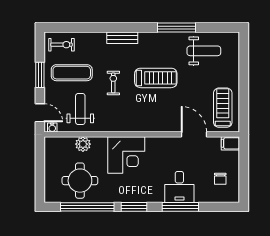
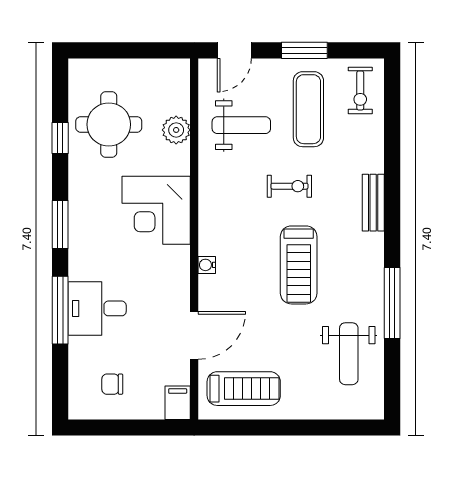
water cooler: (52, 128) -> (207, 265), moved
window: (87, 207) -> (60, 138), width x0.32

